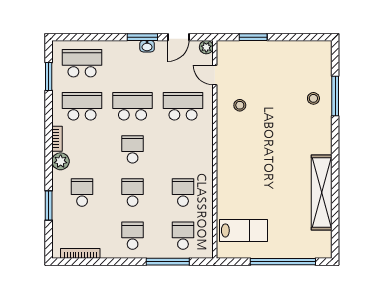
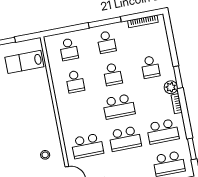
school desk: (133, 149) -> (119, 106), width x1.85
window: (49, 206) -> (178, 77), moved
window: (168, 262) -> (105, 22), moved

